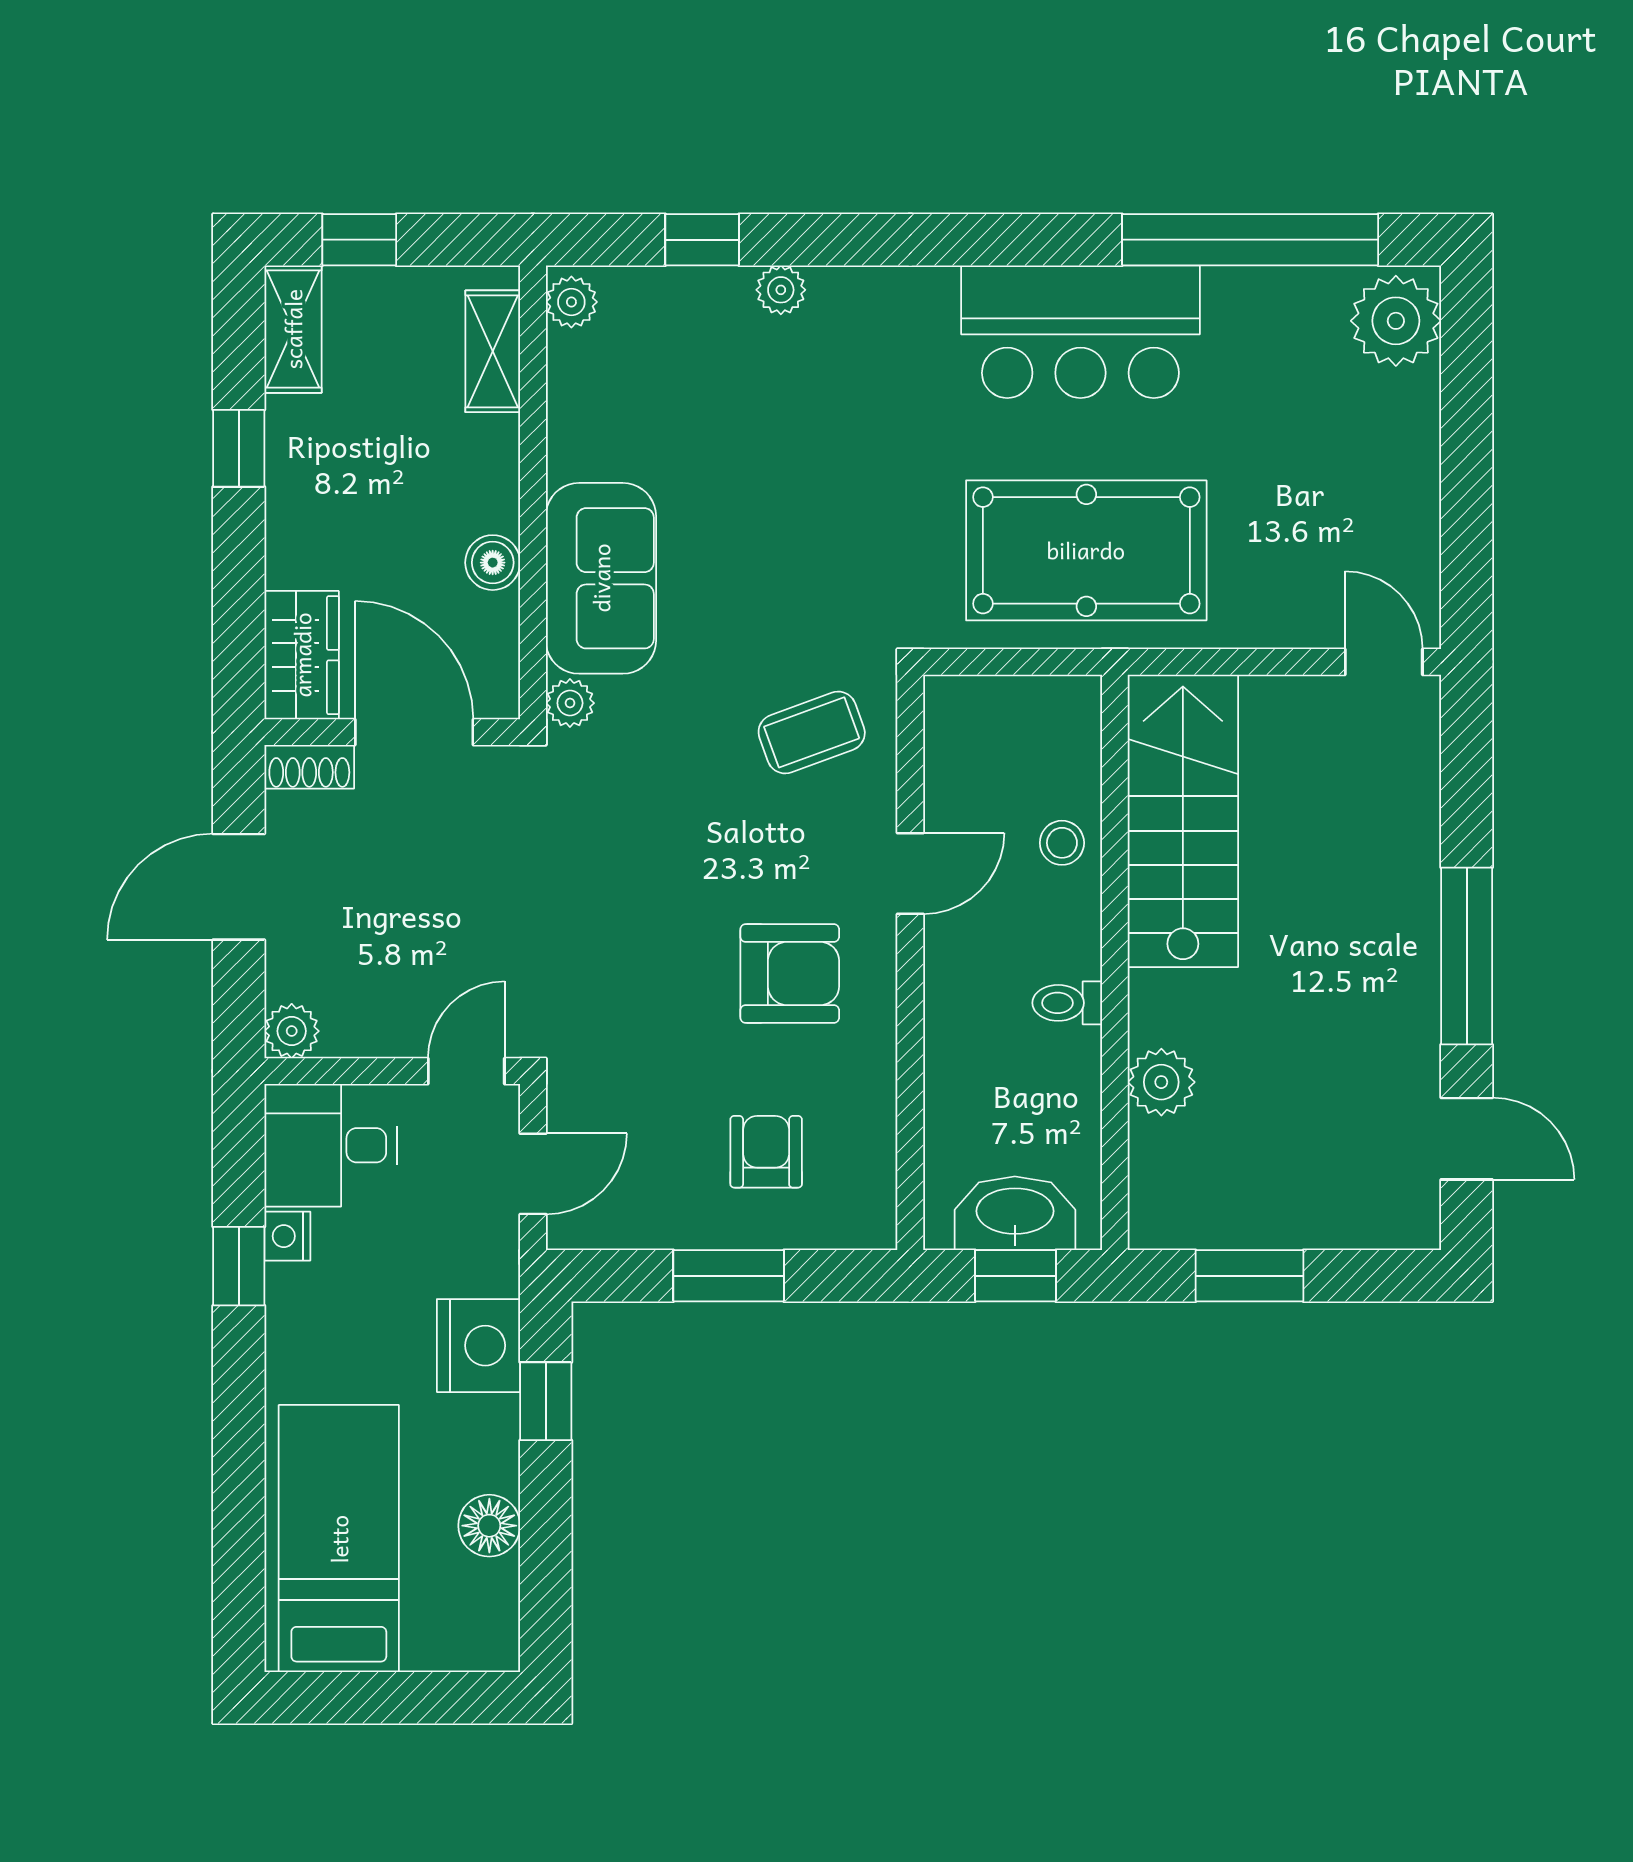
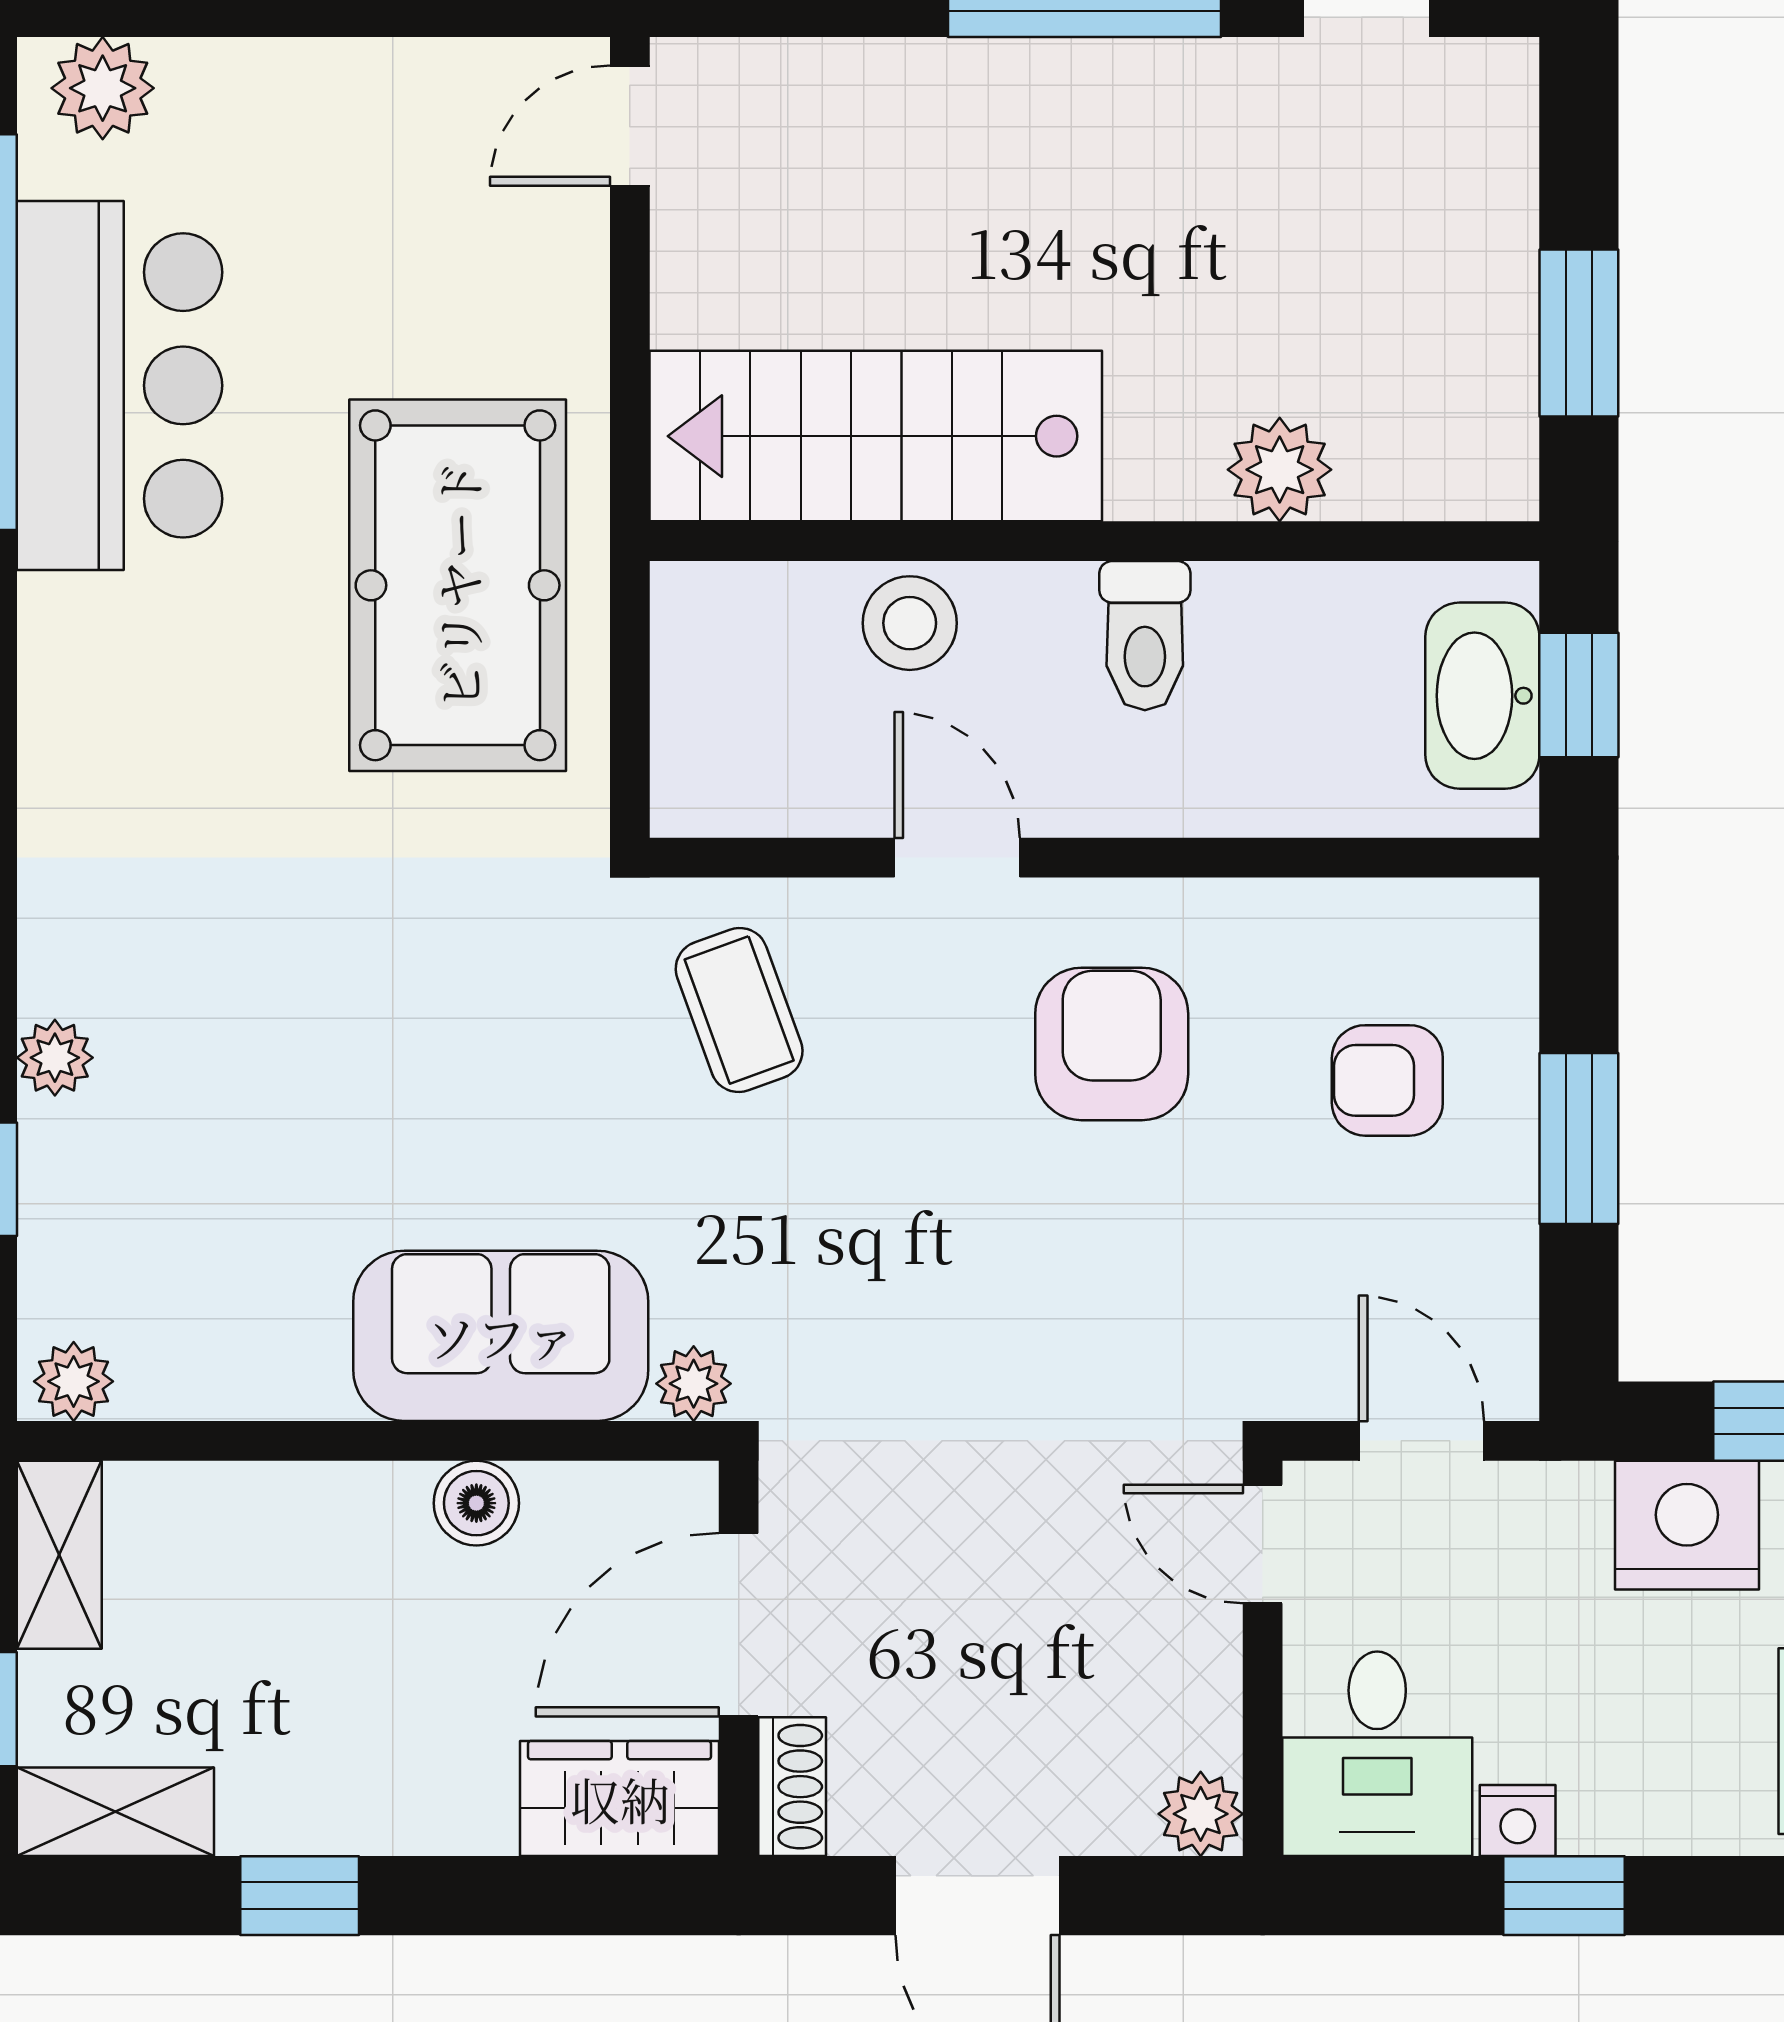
plant: (1396, 321) -> (103, 88), width x0.73, depth x0.73
bar counter: (1080, 332) -> (119, 385), moved
shelving: (493, 351) -> (59, 1555), moved, turned 90
stool: (1062, 843) -> (910, 623), width x1.37, depth x1.37
toilet: (1067, 1003) -> (1145, 636), width x1.37, depth x1.39

